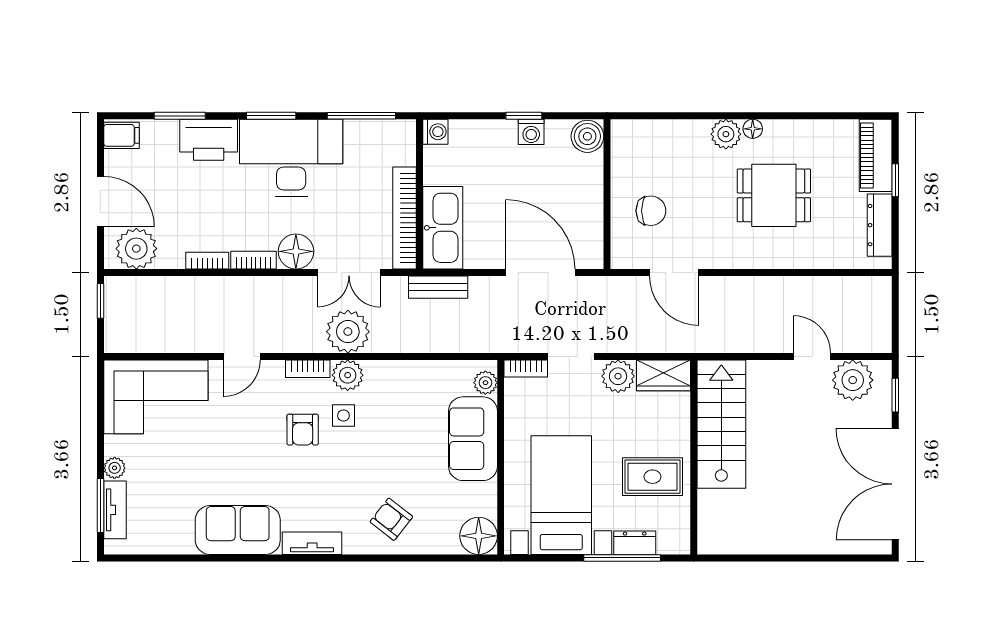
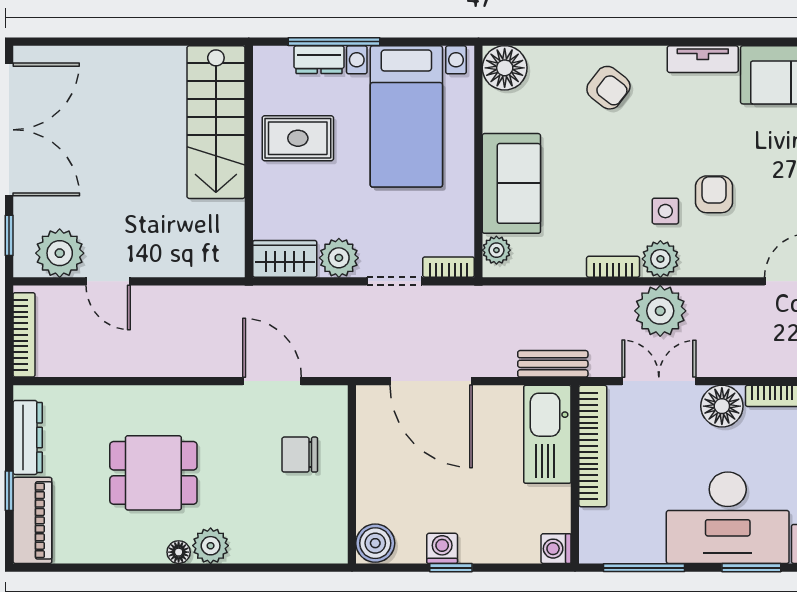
bookcase: (883, 311) -> (24, 335), added
bookcase: (308, 369) -> (613, 267), moved
stairs: (721, 424) -> (216, 122), moved

